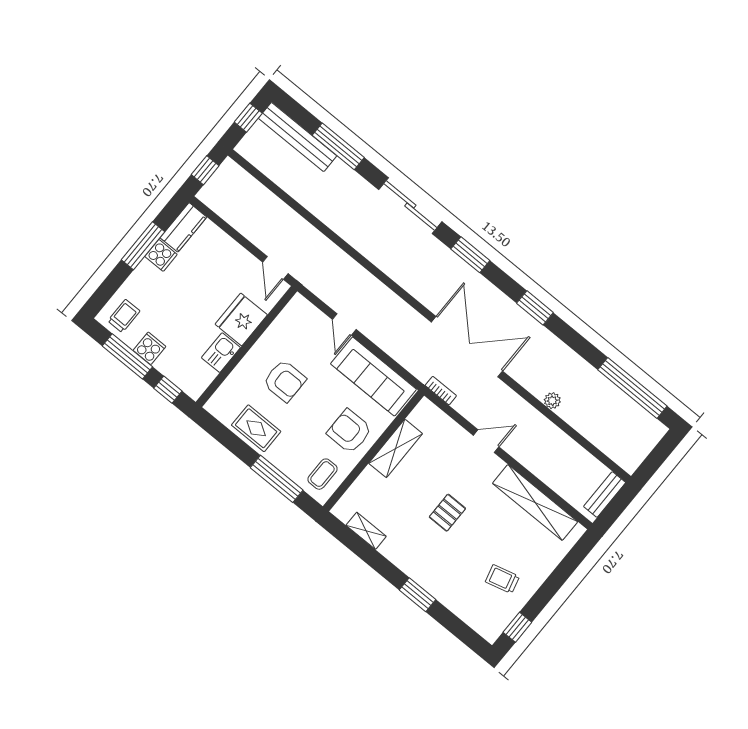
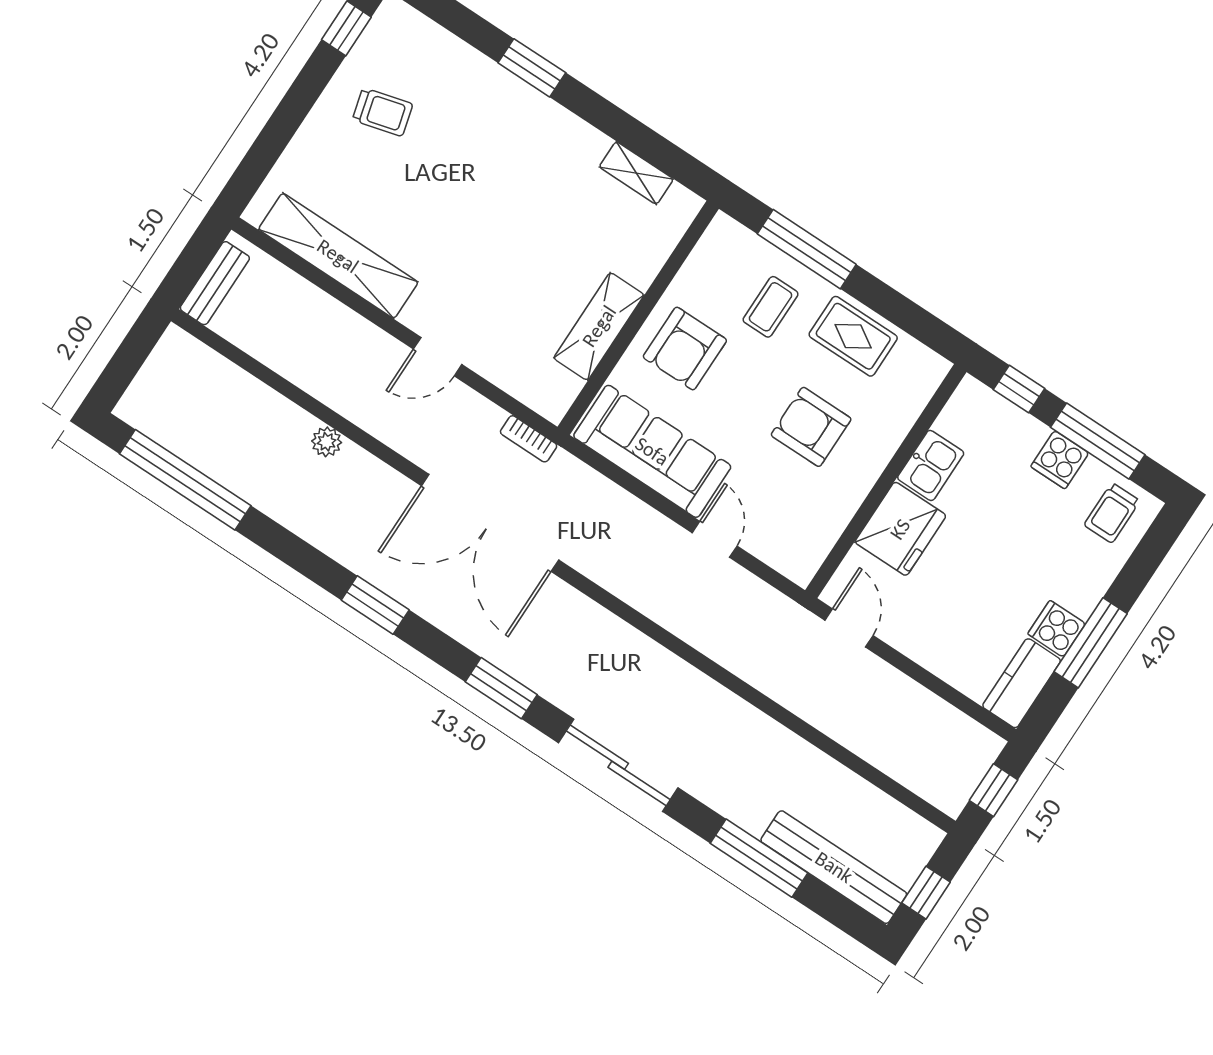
armchair: (350, 431) -> (685, 349), turned 90
coffee table: (323, 474) -> (771, 307), moved
pallet: (447, 513) -> (494, 221), removed

